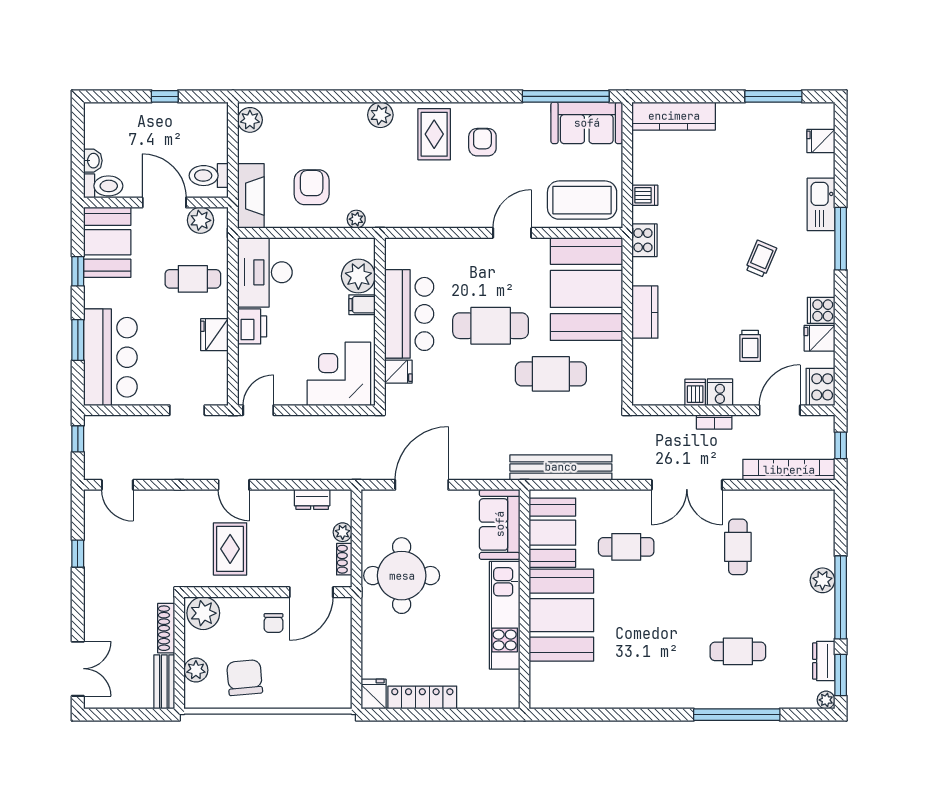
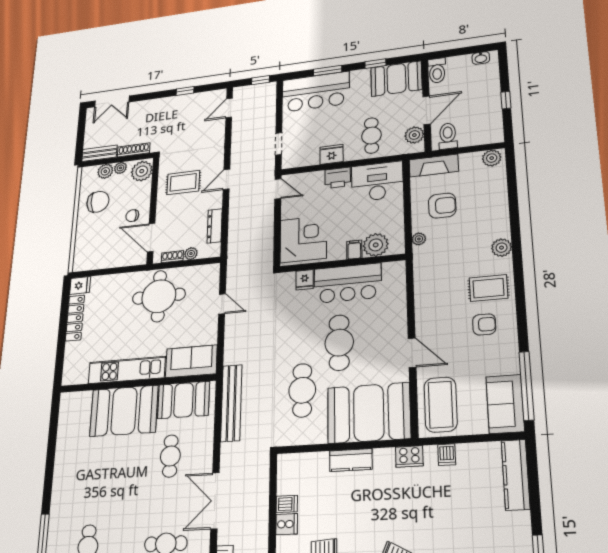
washbasin: (93, 161) -> (481, 58), moved
bookcase: (714, 422) -> (263, 520), removed
door: (422, 485) -> (222, 304), width x0.53
dresser: (312, 499) -> (215, 226), width x1.44
plant: (193, 647) -> (120, 168), added

